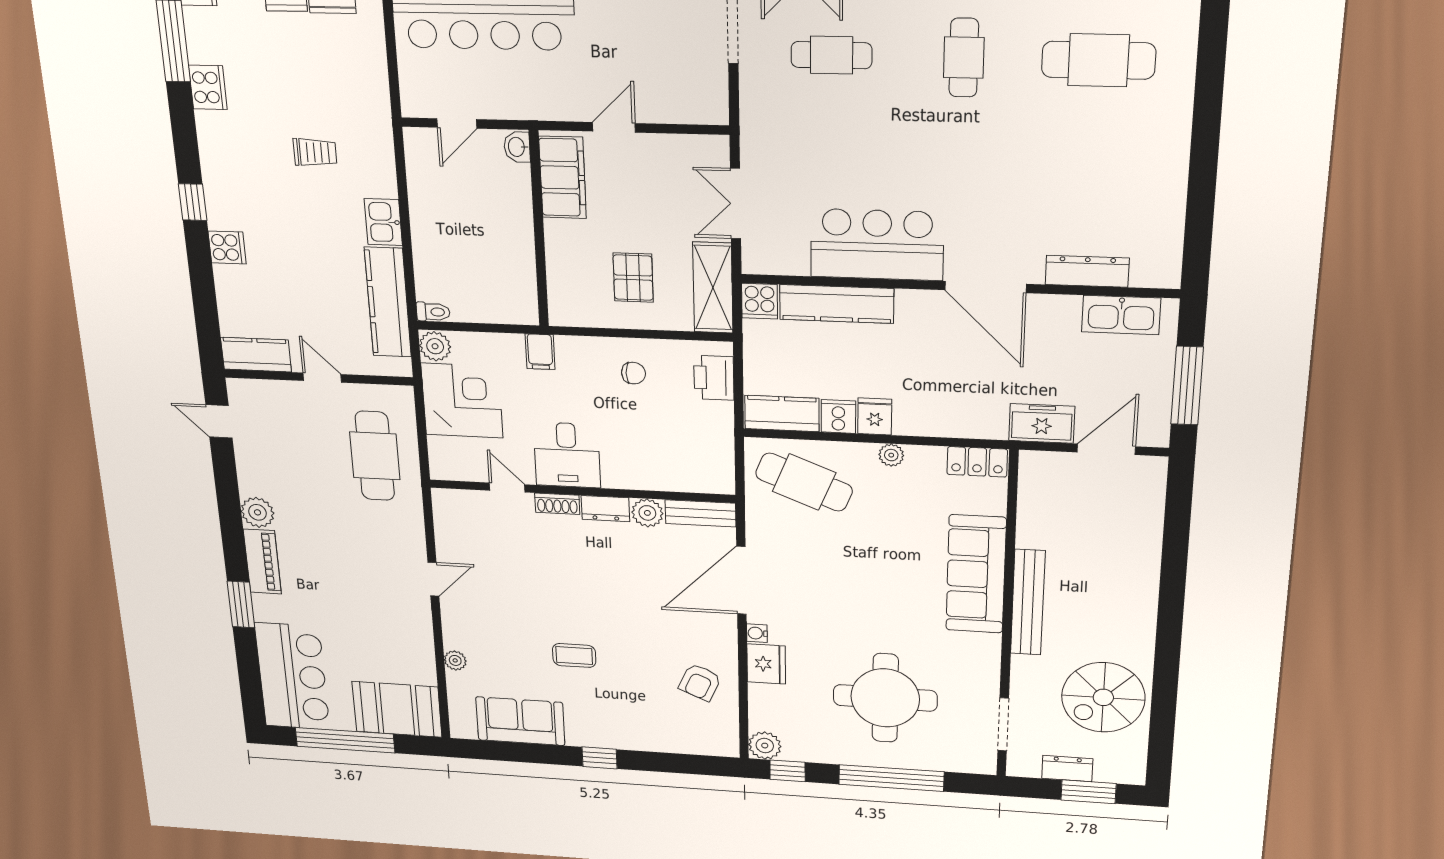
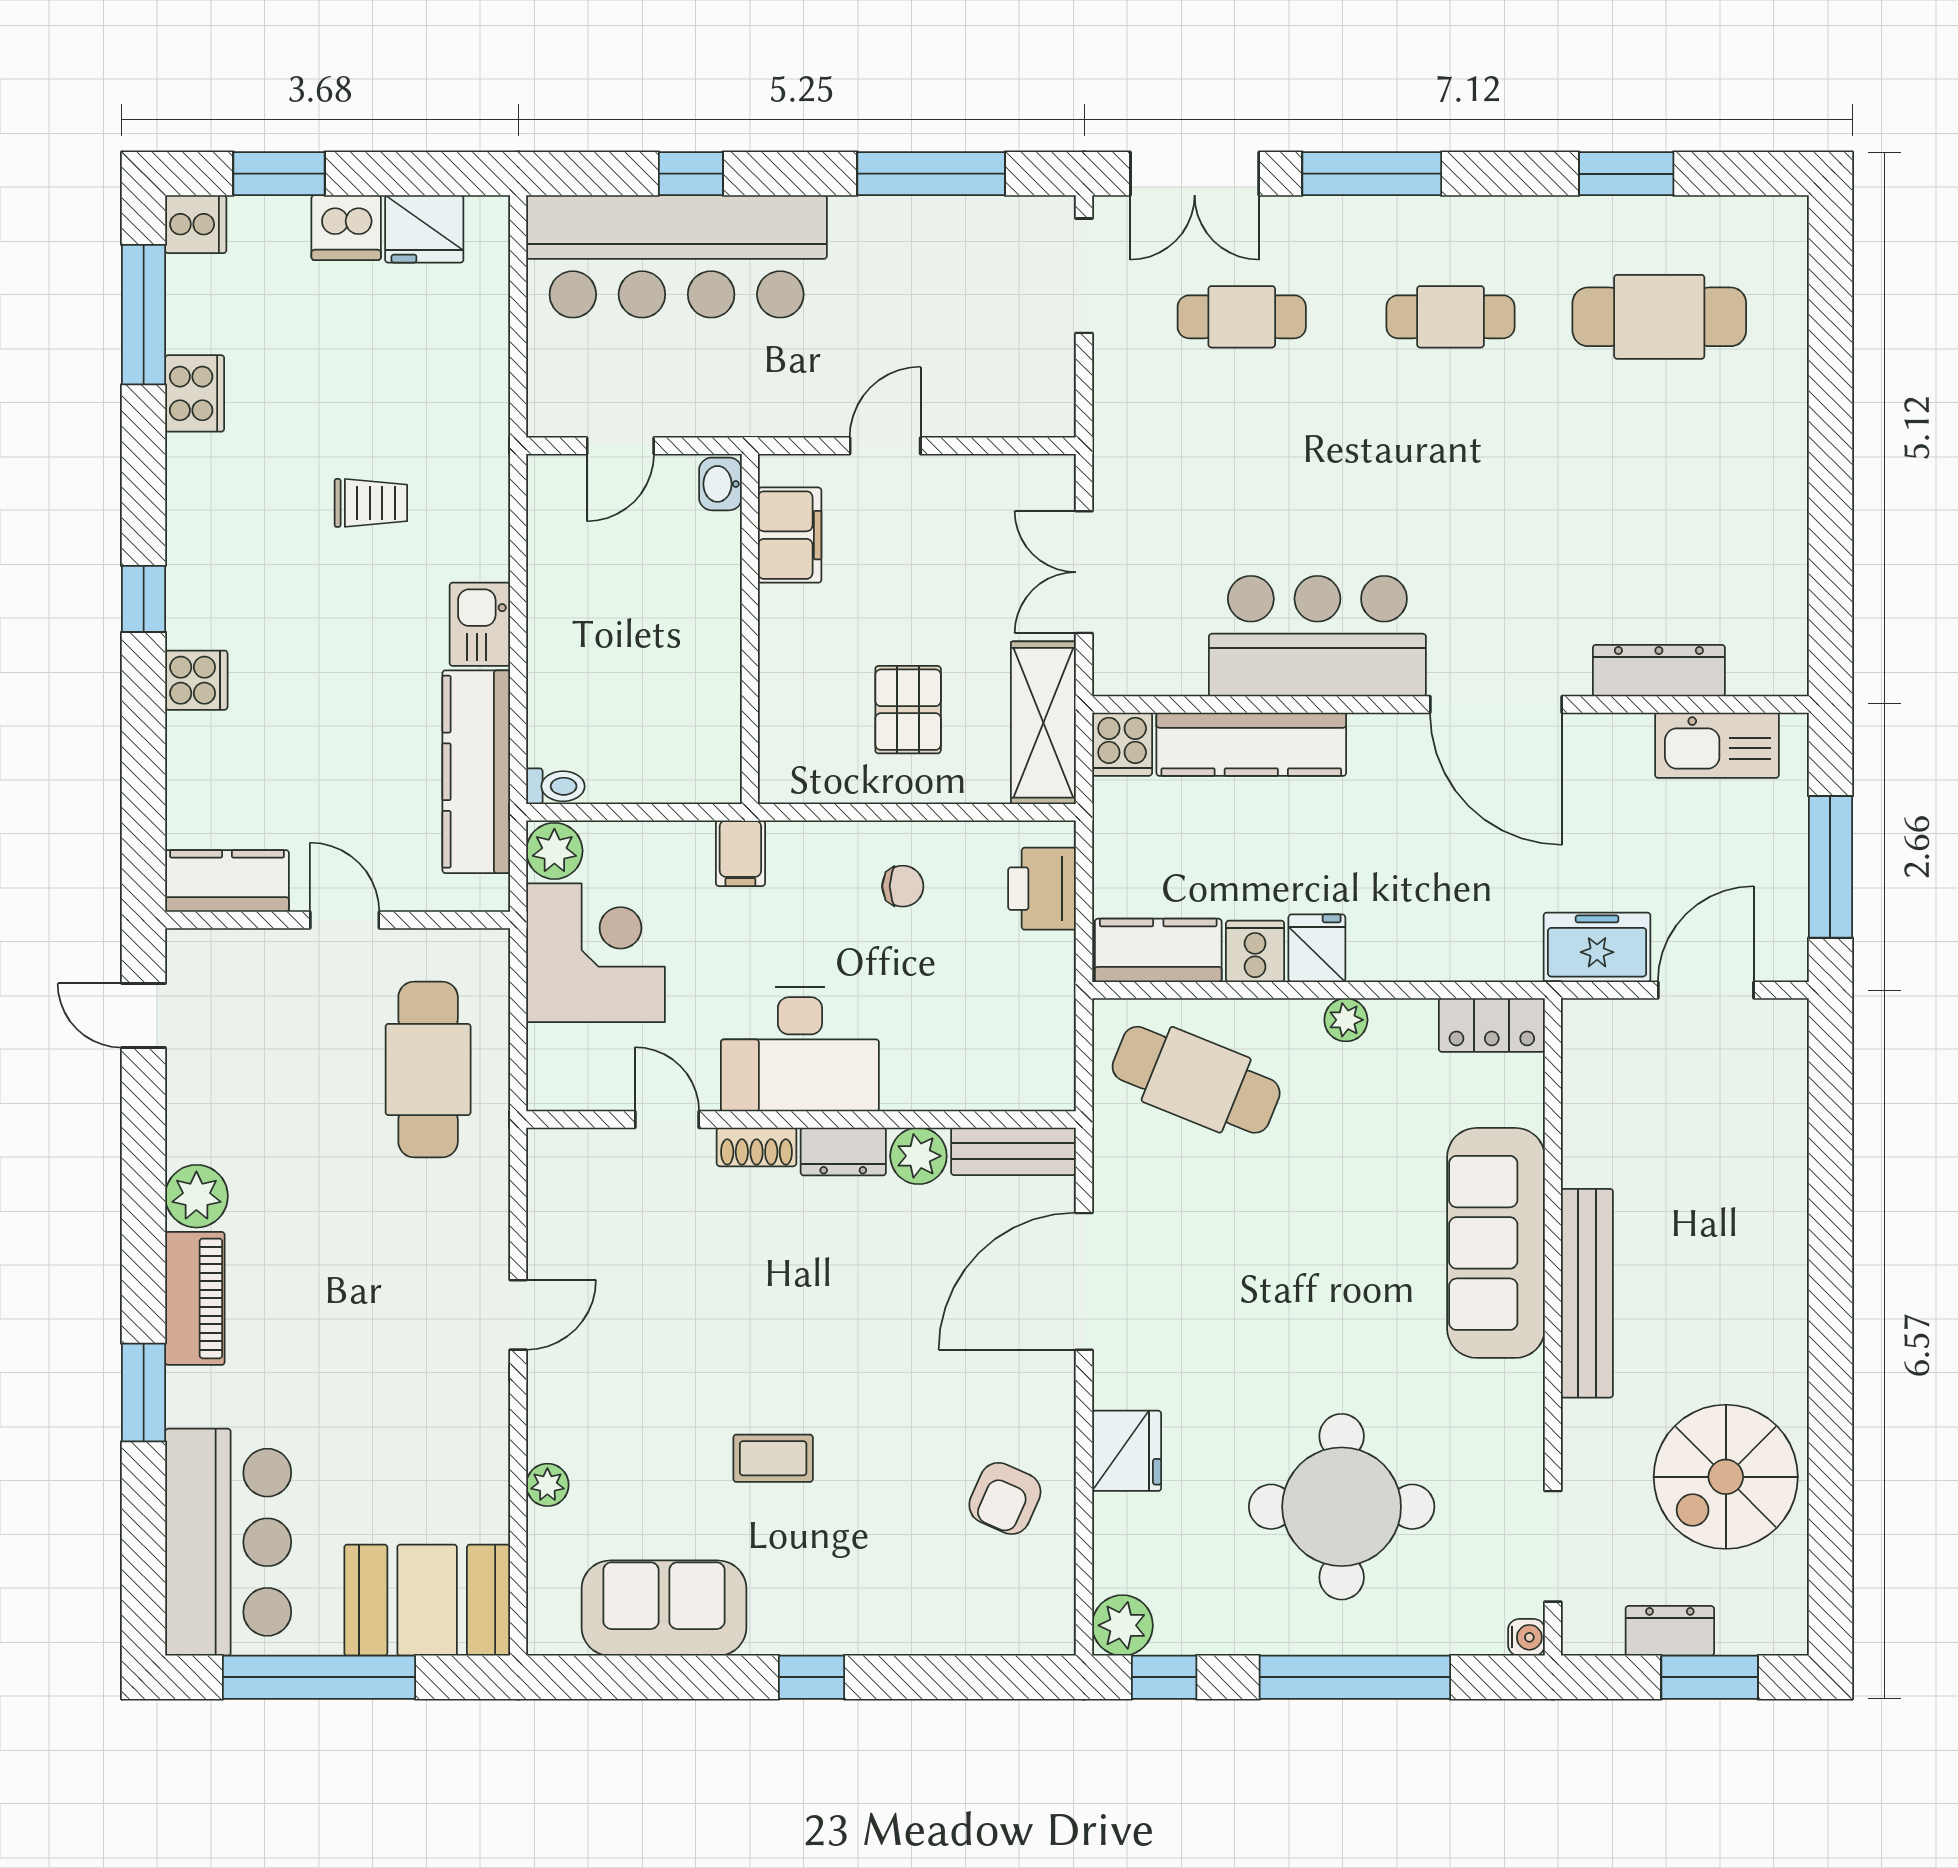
cafe table: (964, 58) -> (1450, 317), turned 90
filing cabinet: (563, 177) -> (790, 535), width x0.67, depth x0.86
desk: (567, 455) -> (800, 1049), width x1.37
water cooler: (757, 633) -> (1526, 1637), moved, turned 180

